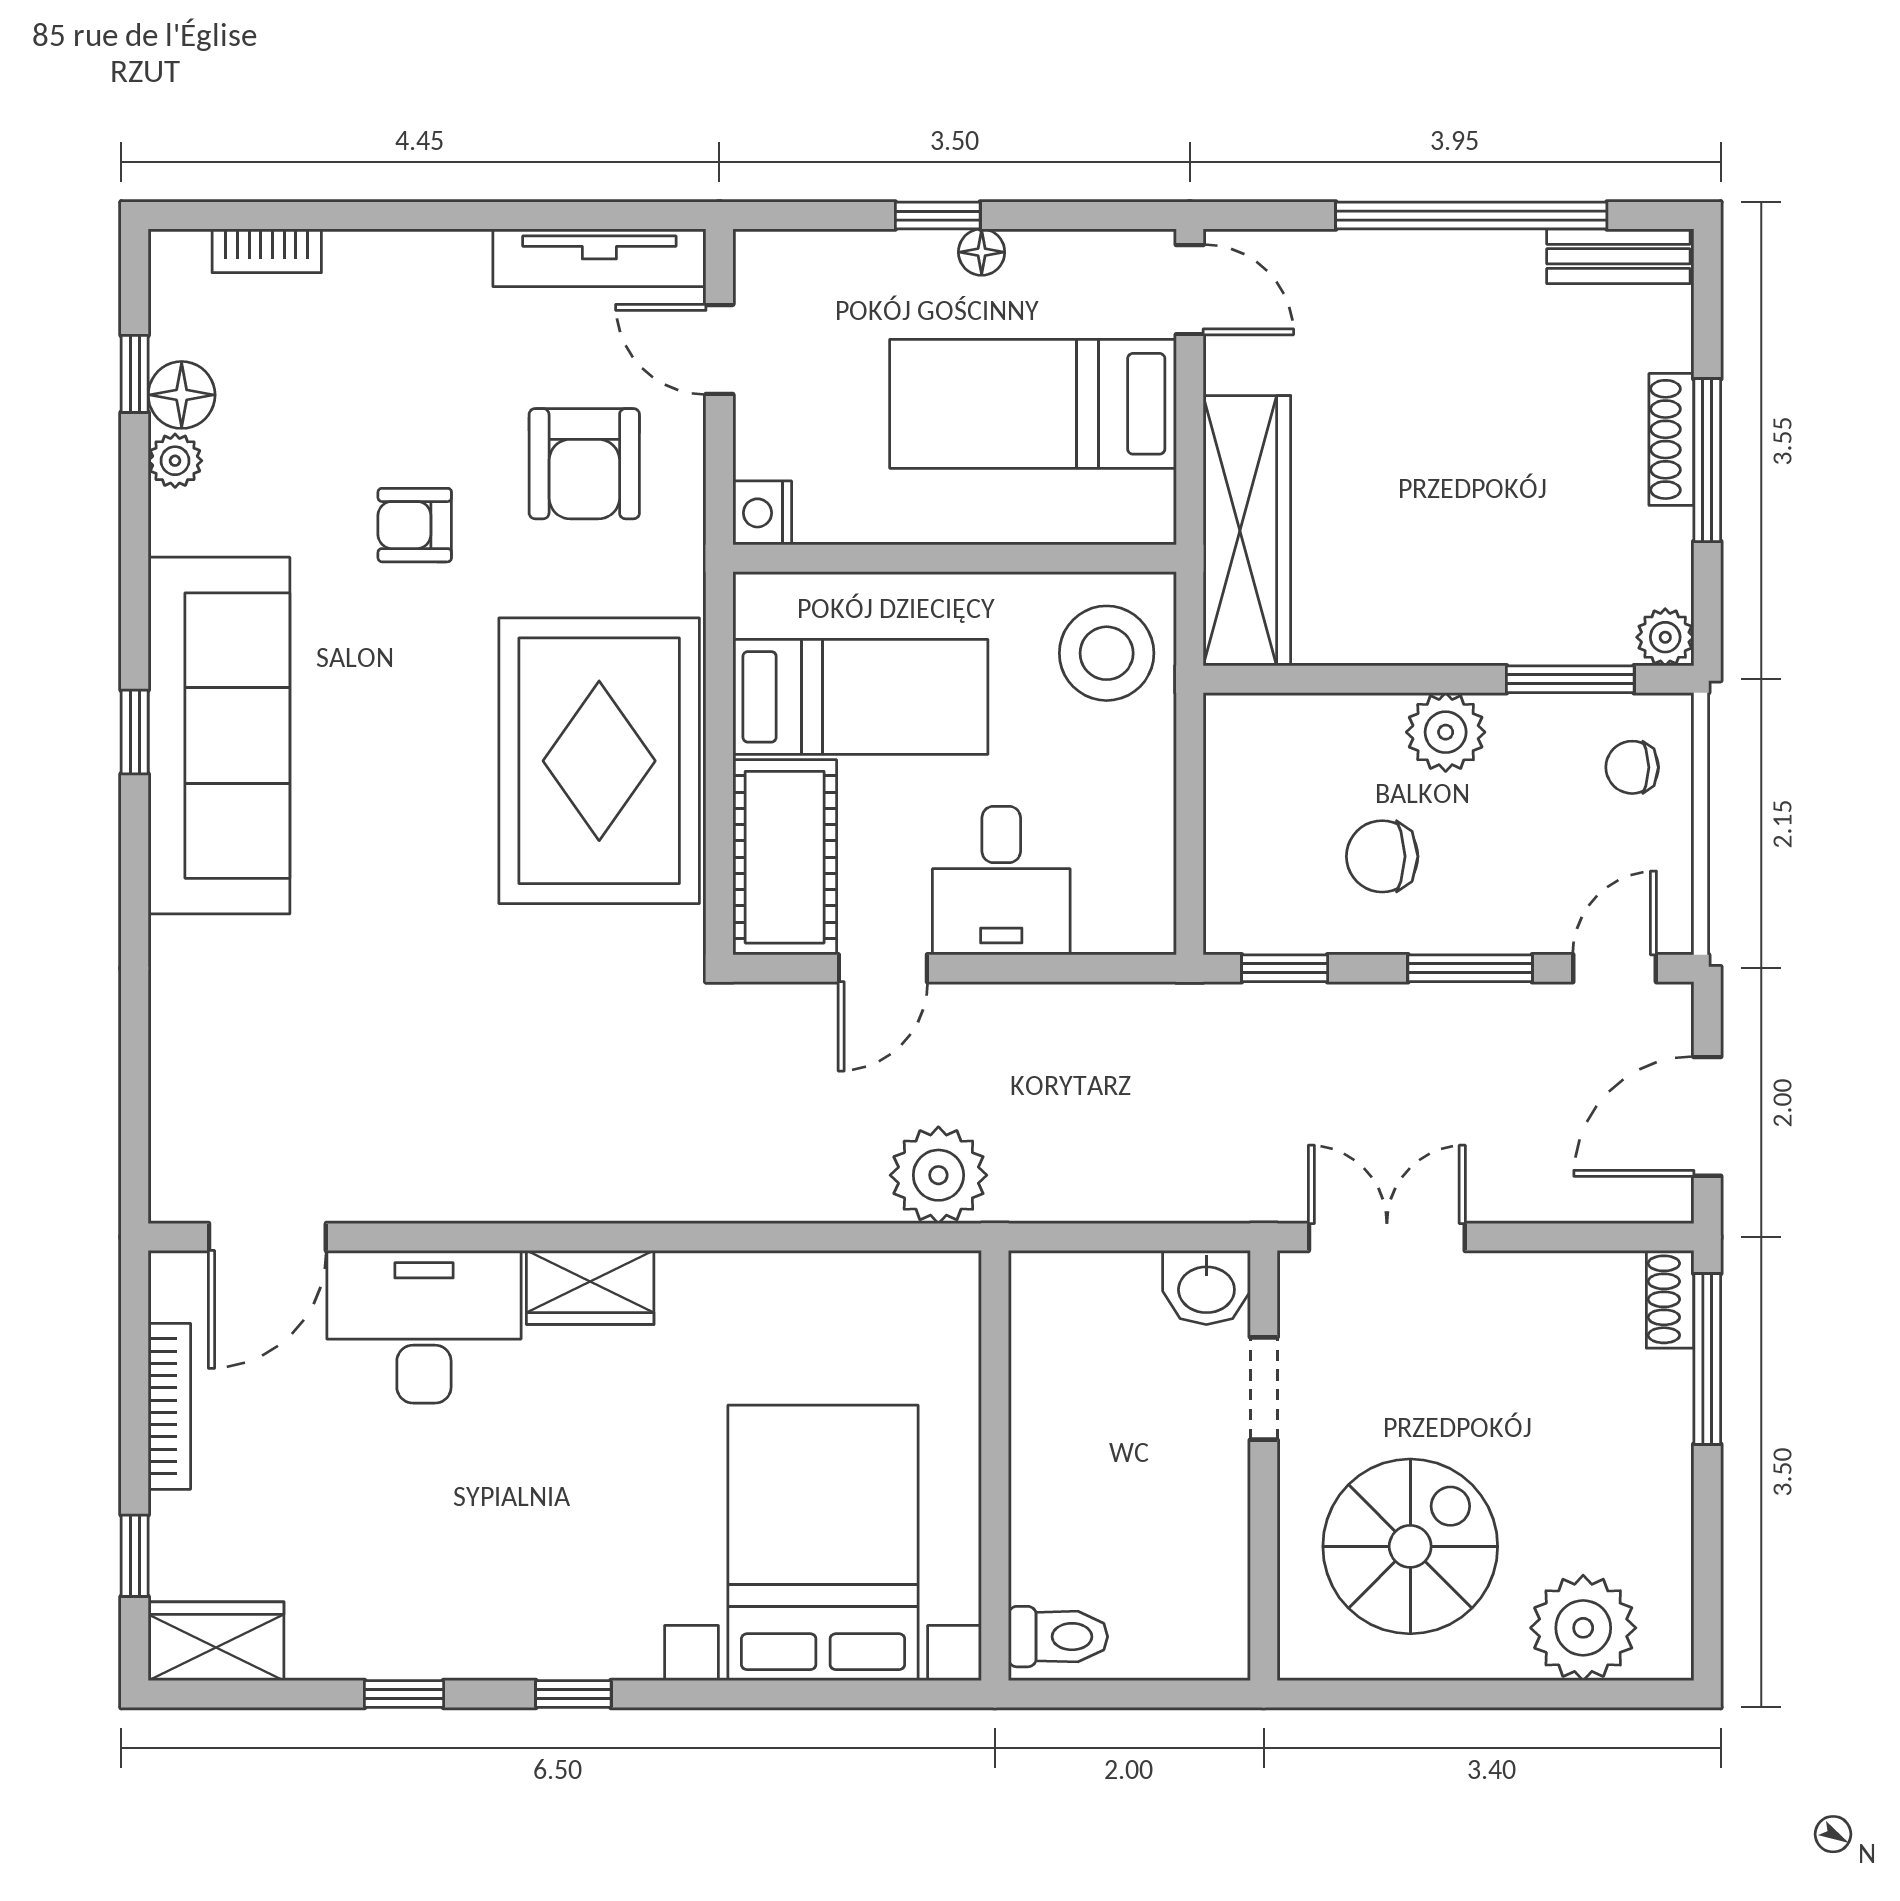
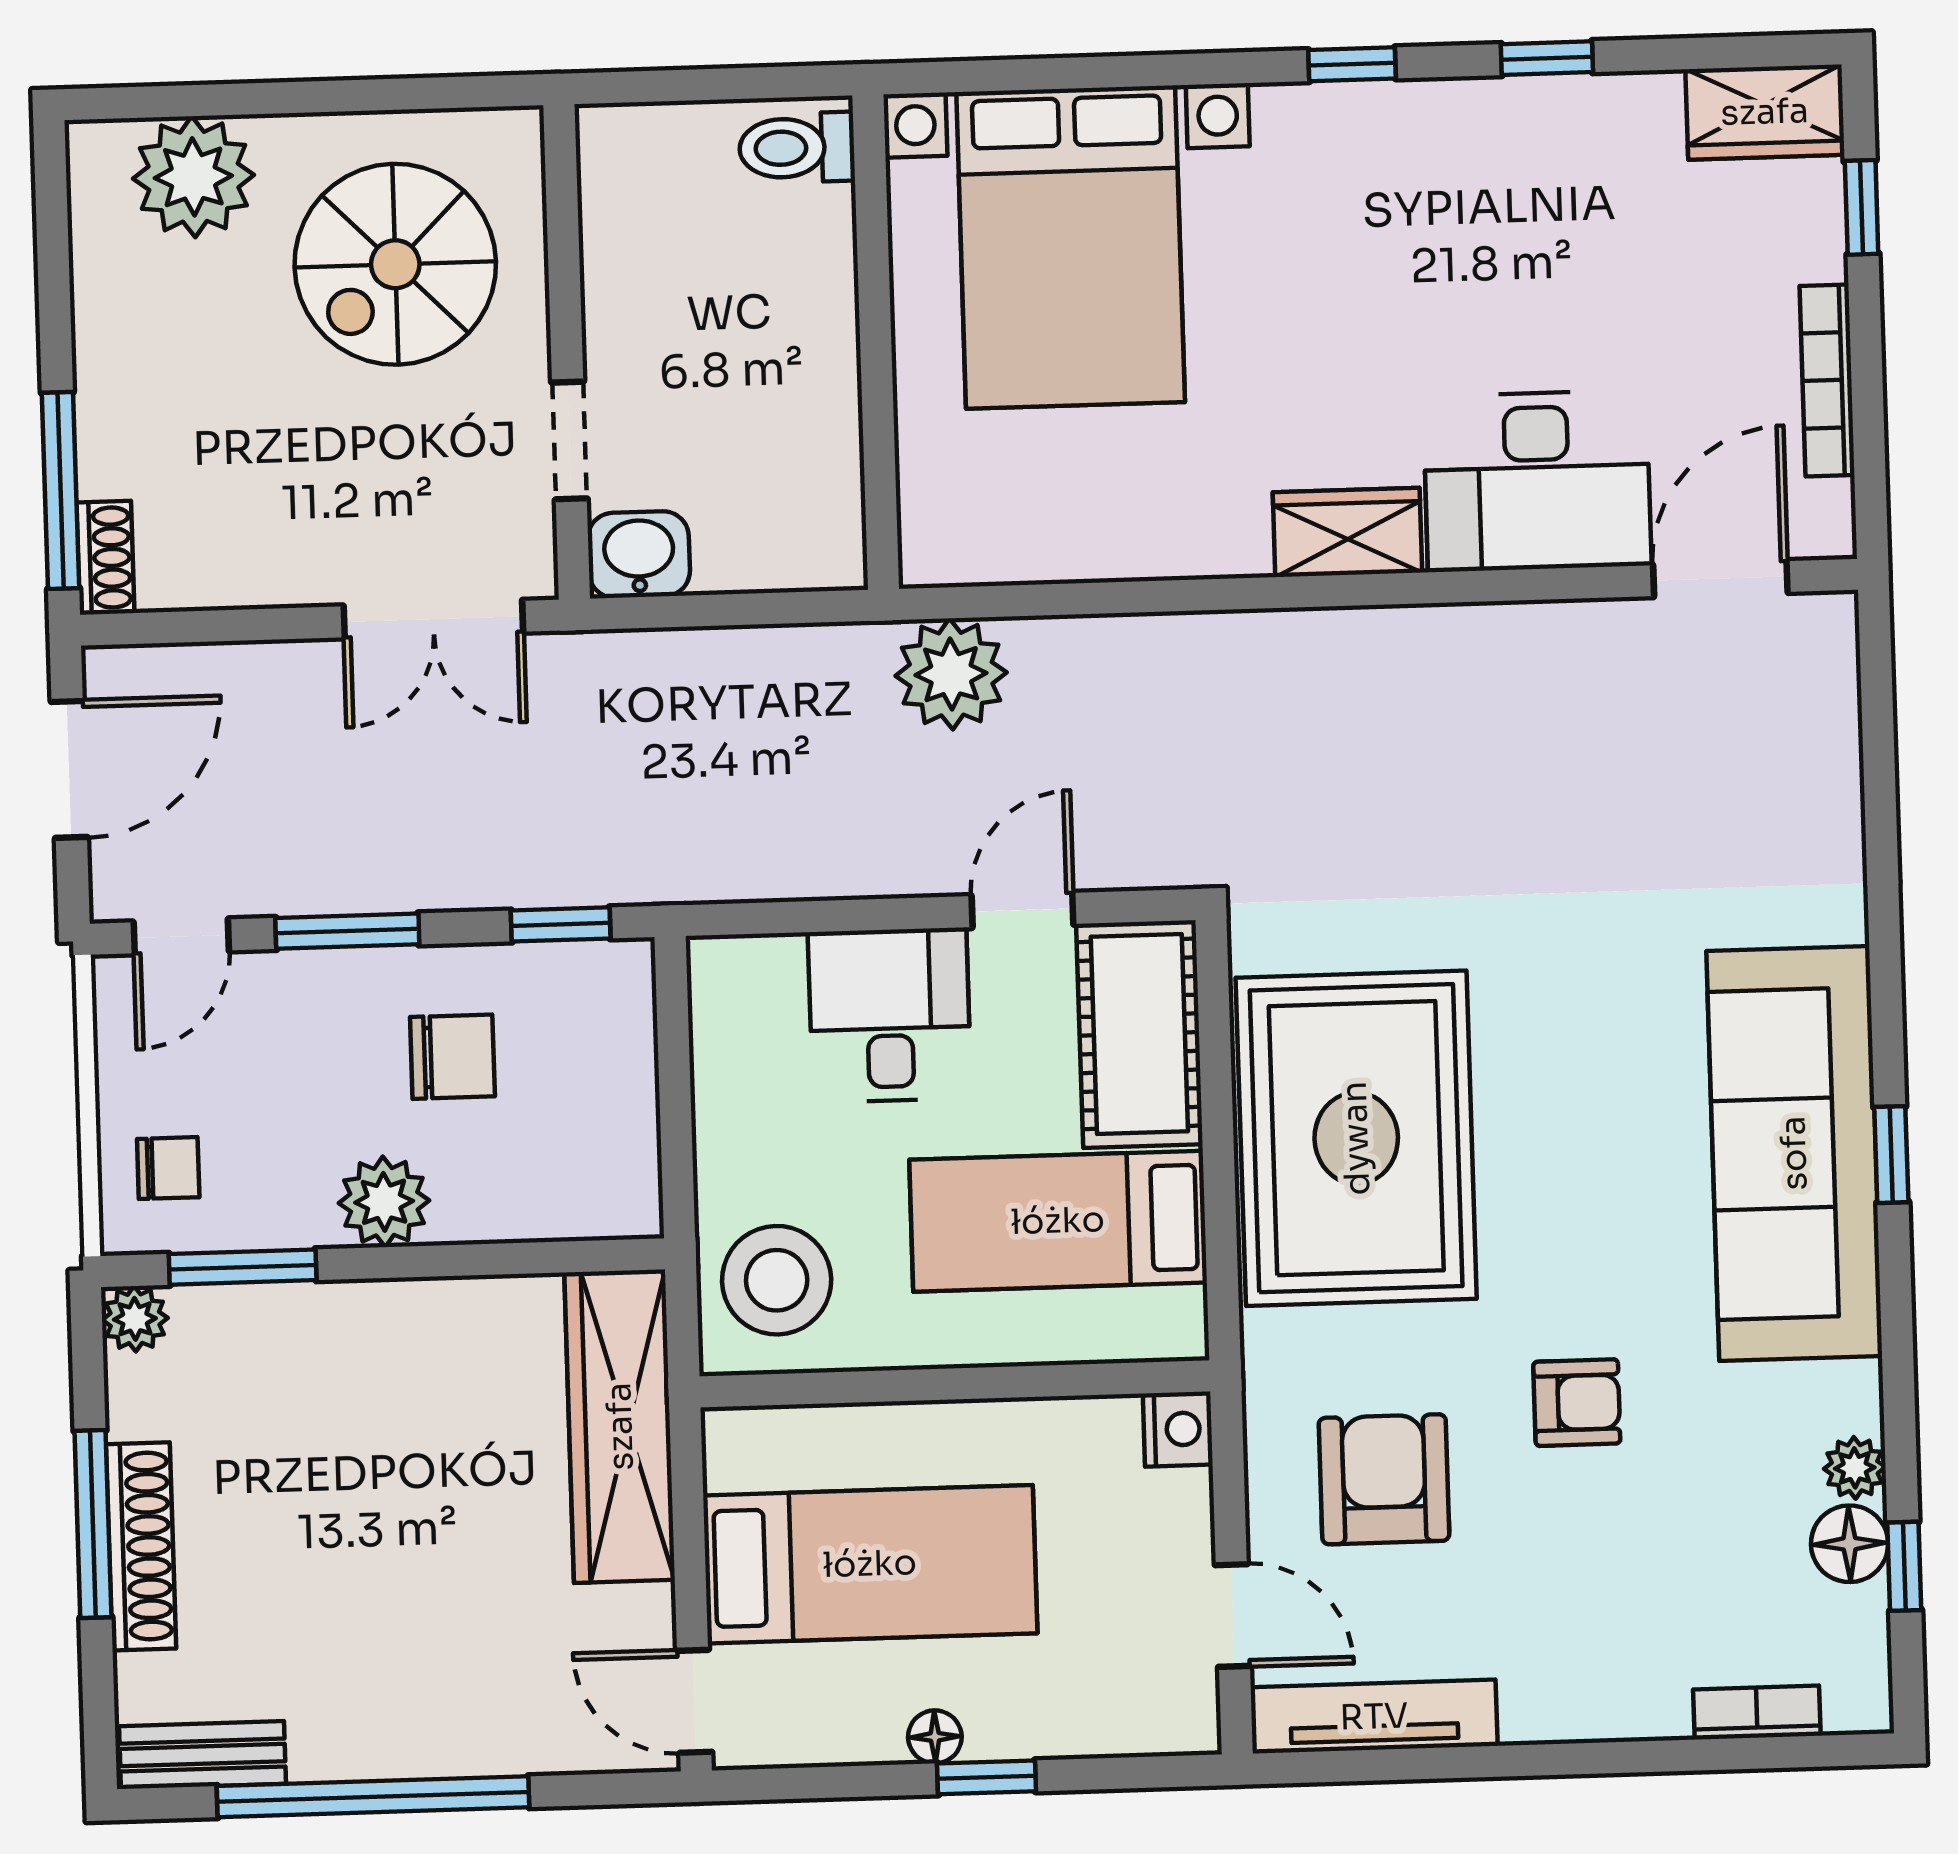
shoe rack: (1671, 439) -> (141, 1546), width x1.36, depth x1.24

